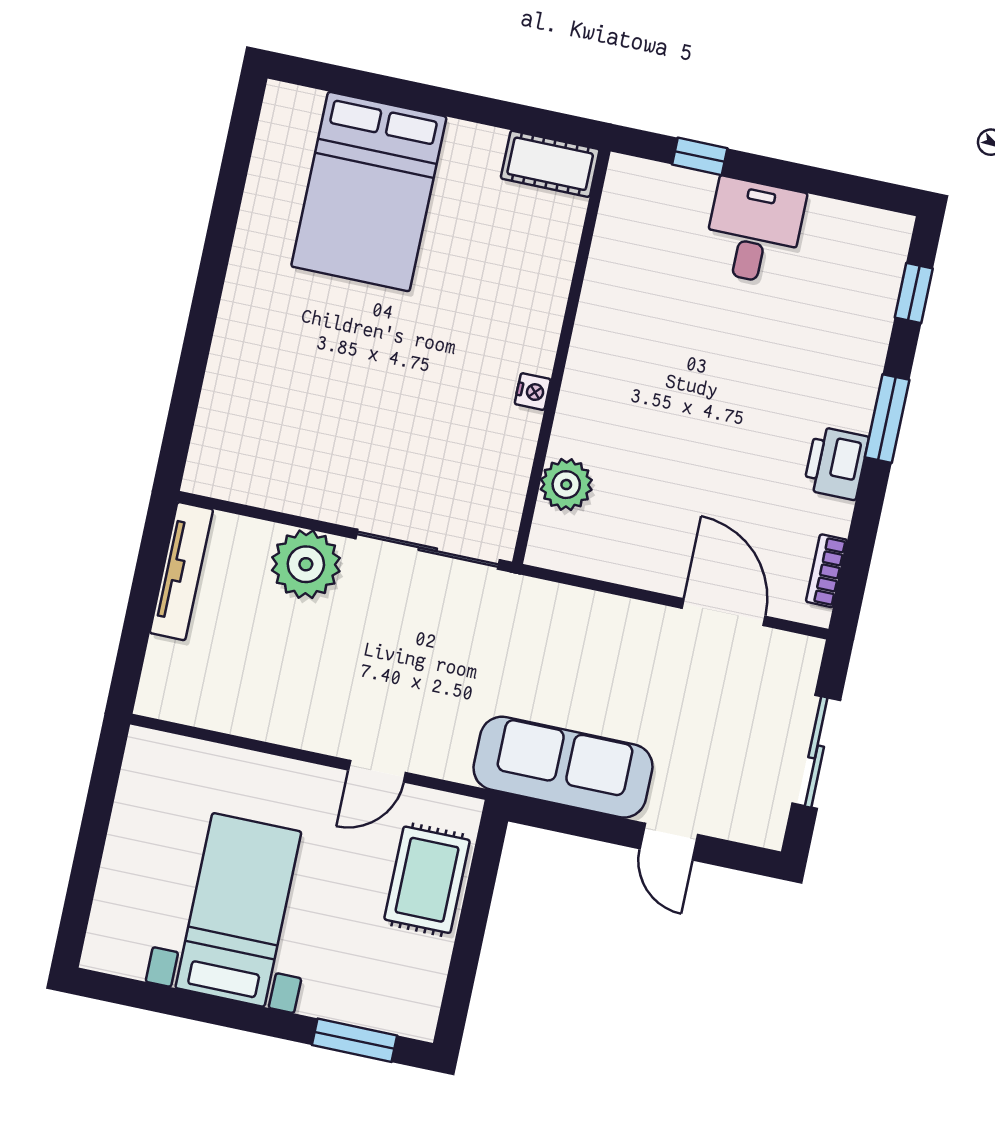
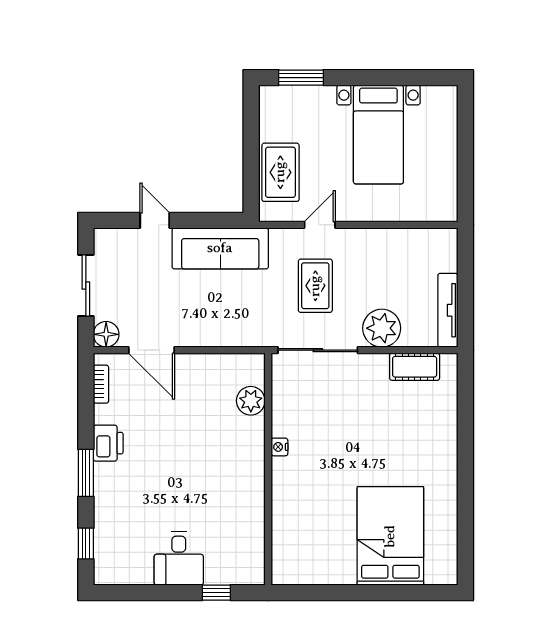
cot: (550, 164) -> (415, 367), moved
floor lamp: (798, 657) -> (106, 334), added
rug: (408, 665) -> (315, 286), added

